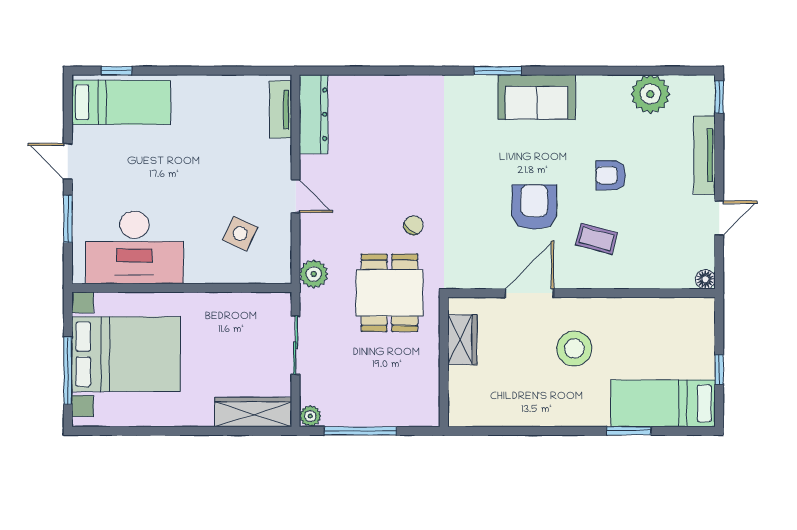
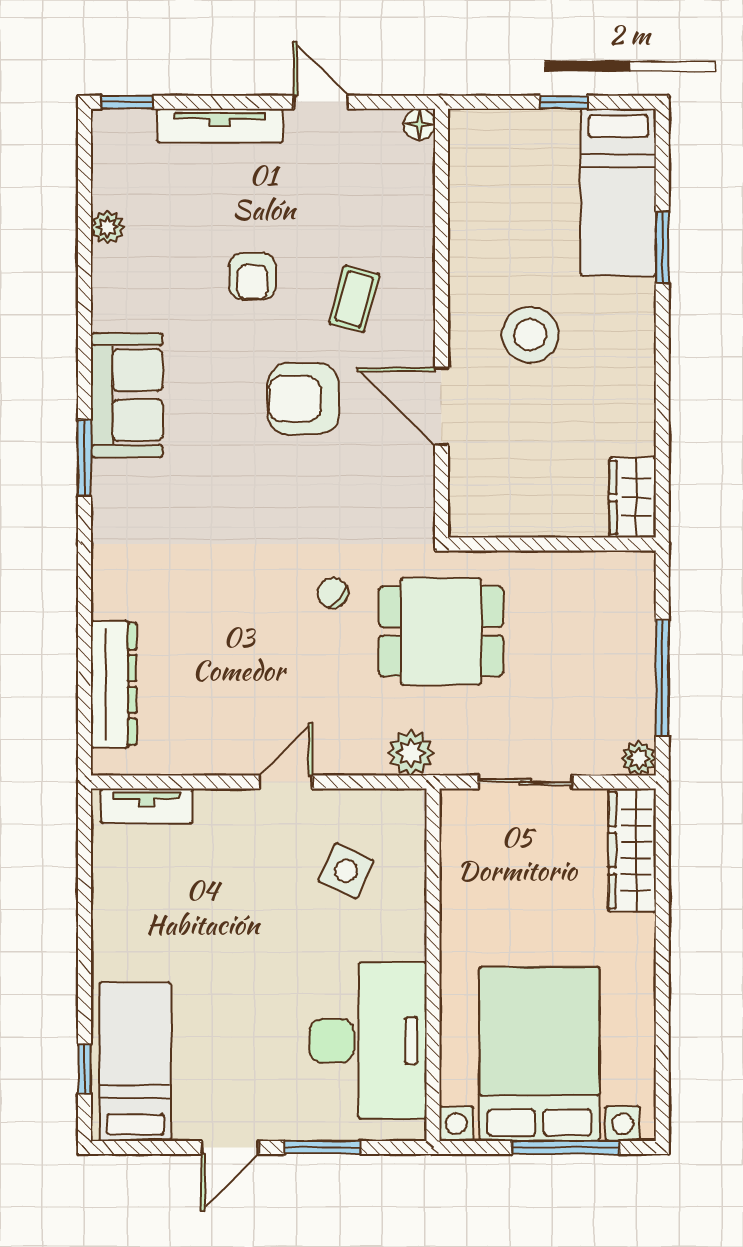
plant: (650, 94) -> (108, 227), width x0.53, depth x0.53
dresser: (314, 114) -> (114, 684), moved, turned 90
wardrobe: (462, 340) -> (633, 498), moved, turned -90

